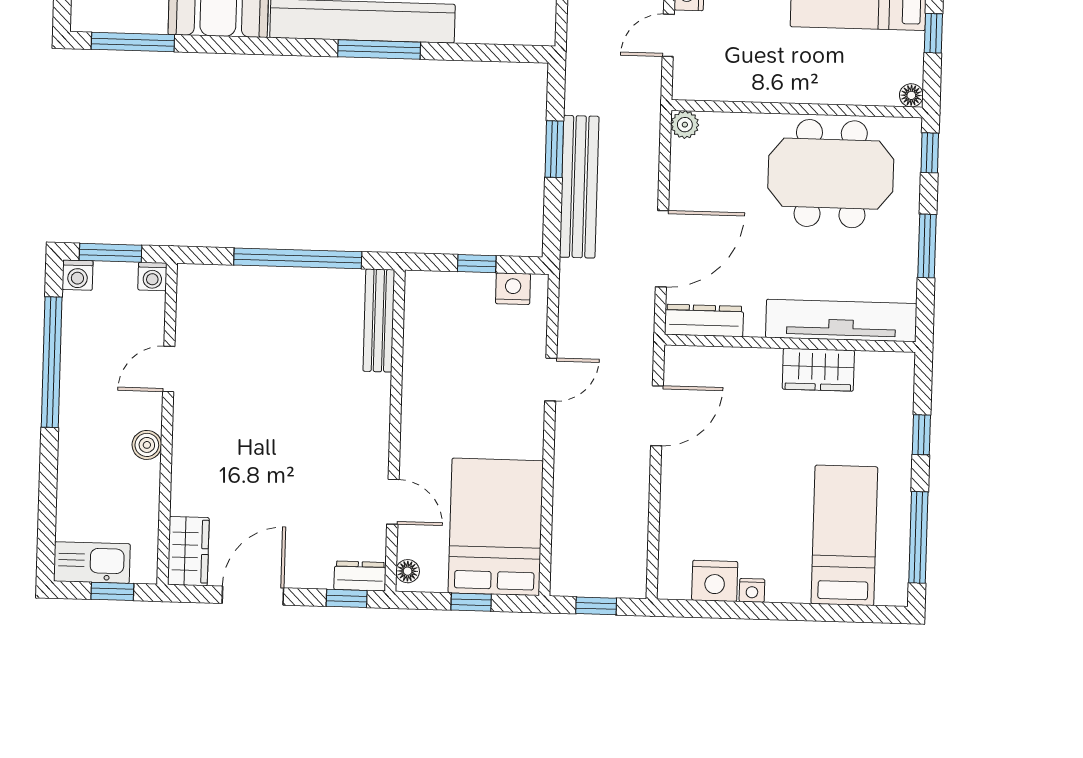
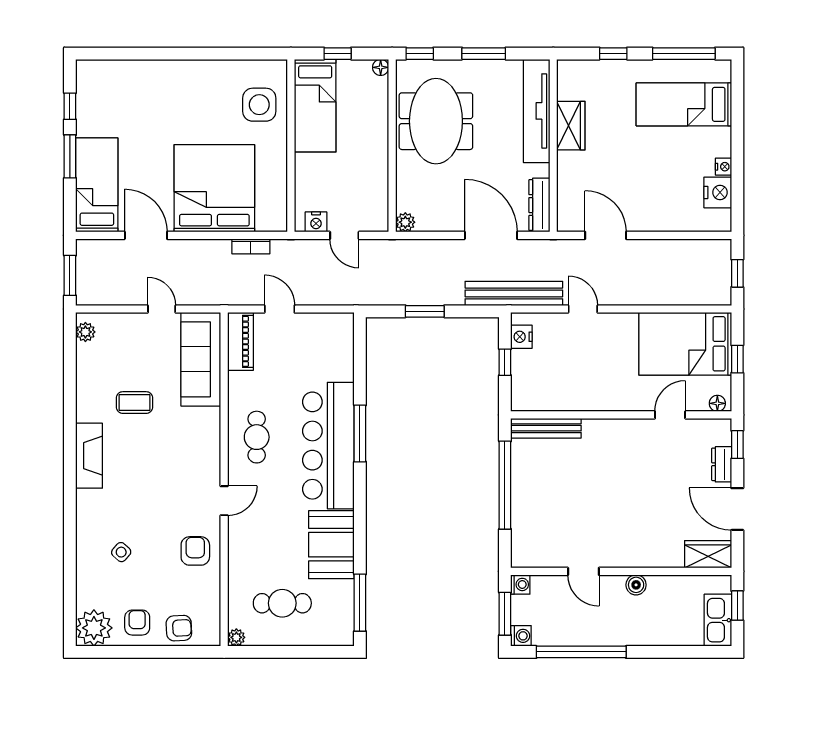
bench: (579, 187) -> (514, 293), moved
dresser: (360, 576) -> (722, 464), moved

